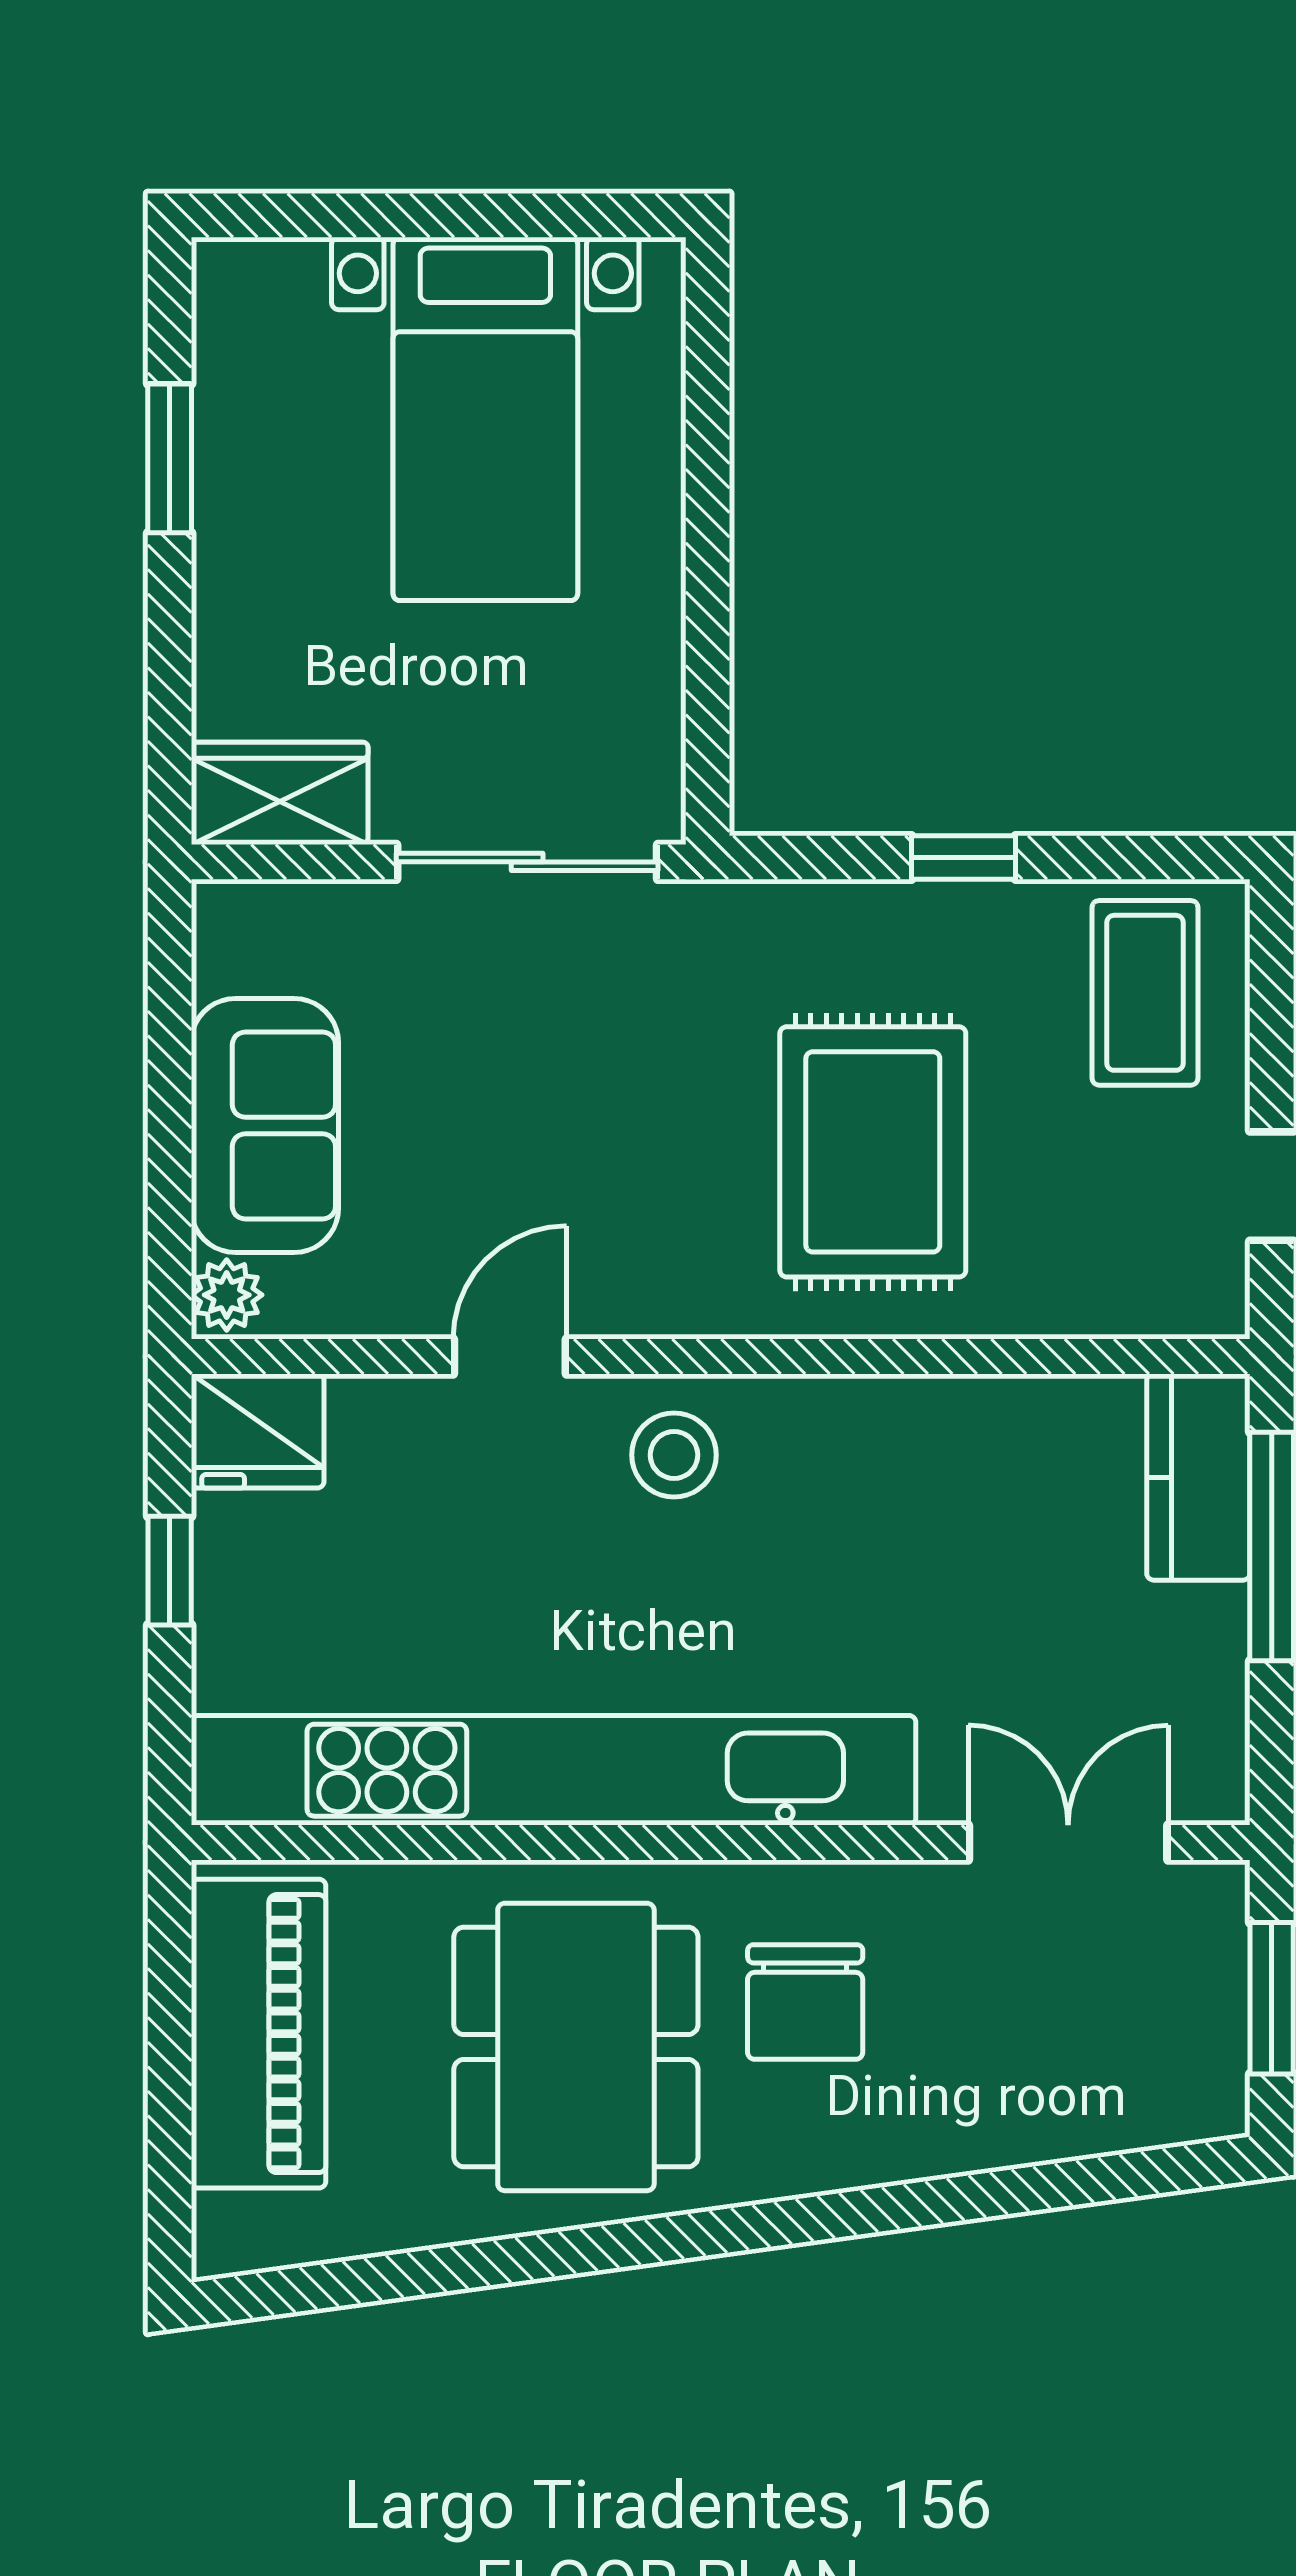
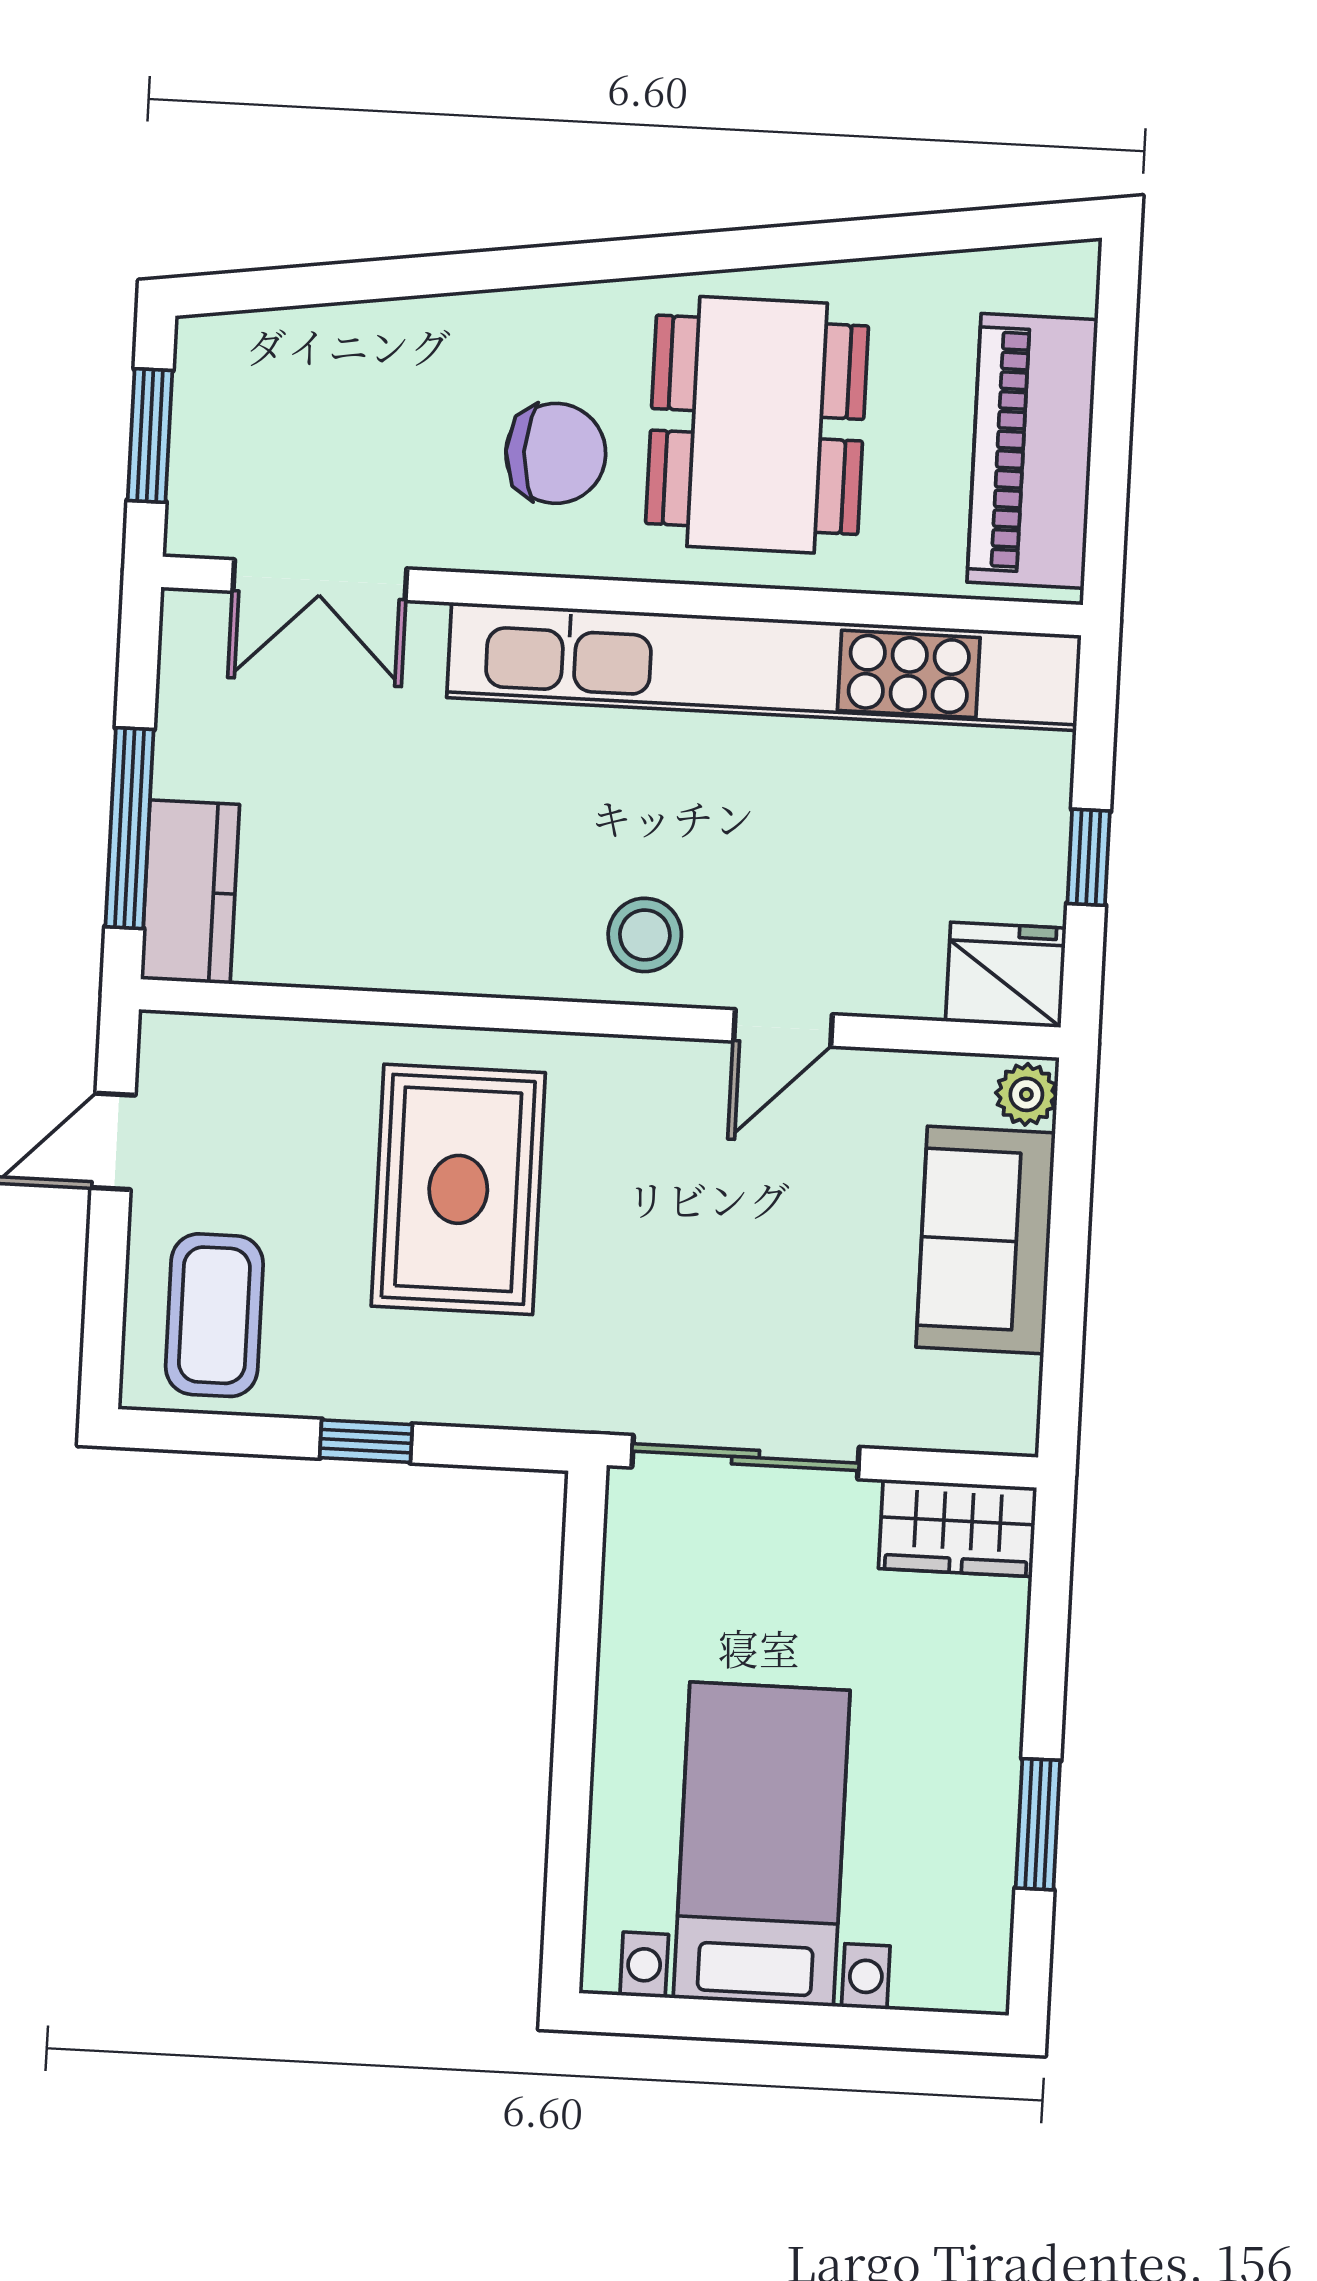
chair: (805, 2002) -> (556, 453), turned 90

